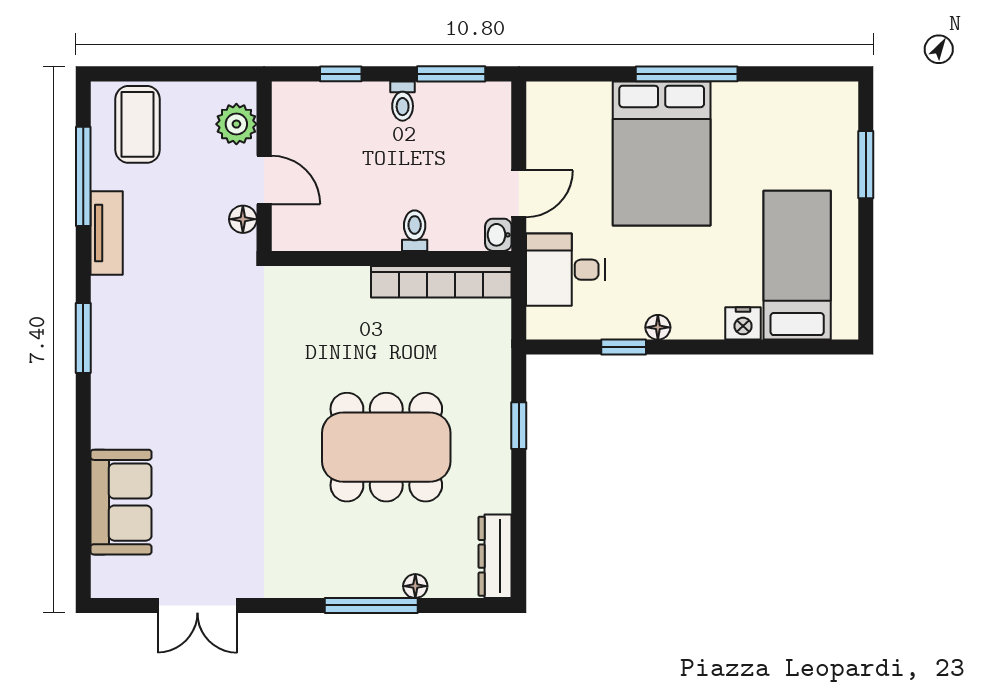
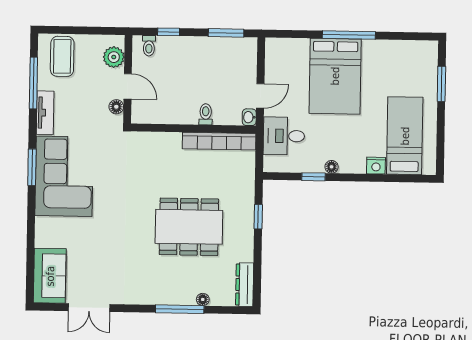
toilet: (403, 101) -> (149, 46), moved
corner sofa: (145, 354) -> (64, 176), added
sofa: (121, 502) -> (50, 276), moved

